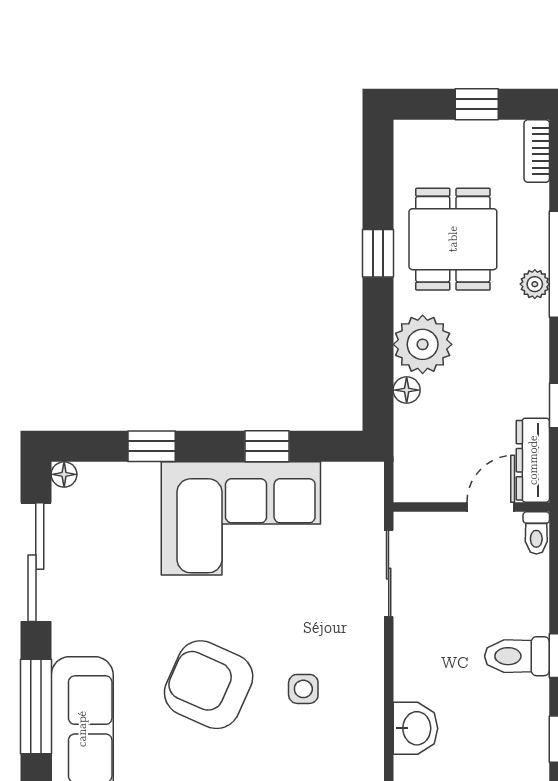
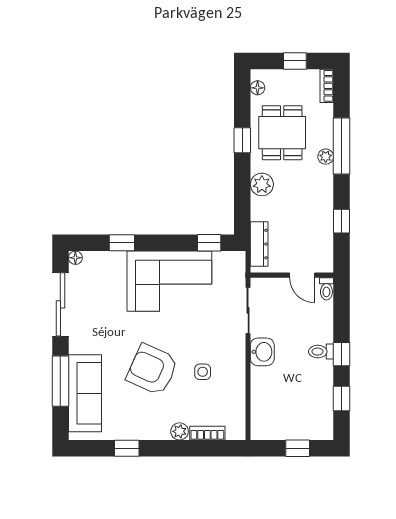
plant: (423, 344) -> (262, 184), width x0.73, depth x0.73
floor lamp: (407, 390) -> (258, 88), moved
window: (267, 446) -> (209, 243), moved
dresser: (533, 460) -> (259, 244), moved, turned 180
door: (491, 507) -> (302, 275), swing flipped
toilet: (517, 656) -> (321, 352), width x0.73, depth x0.72
washbasin: (415, 728) -> (262, 352), moved

